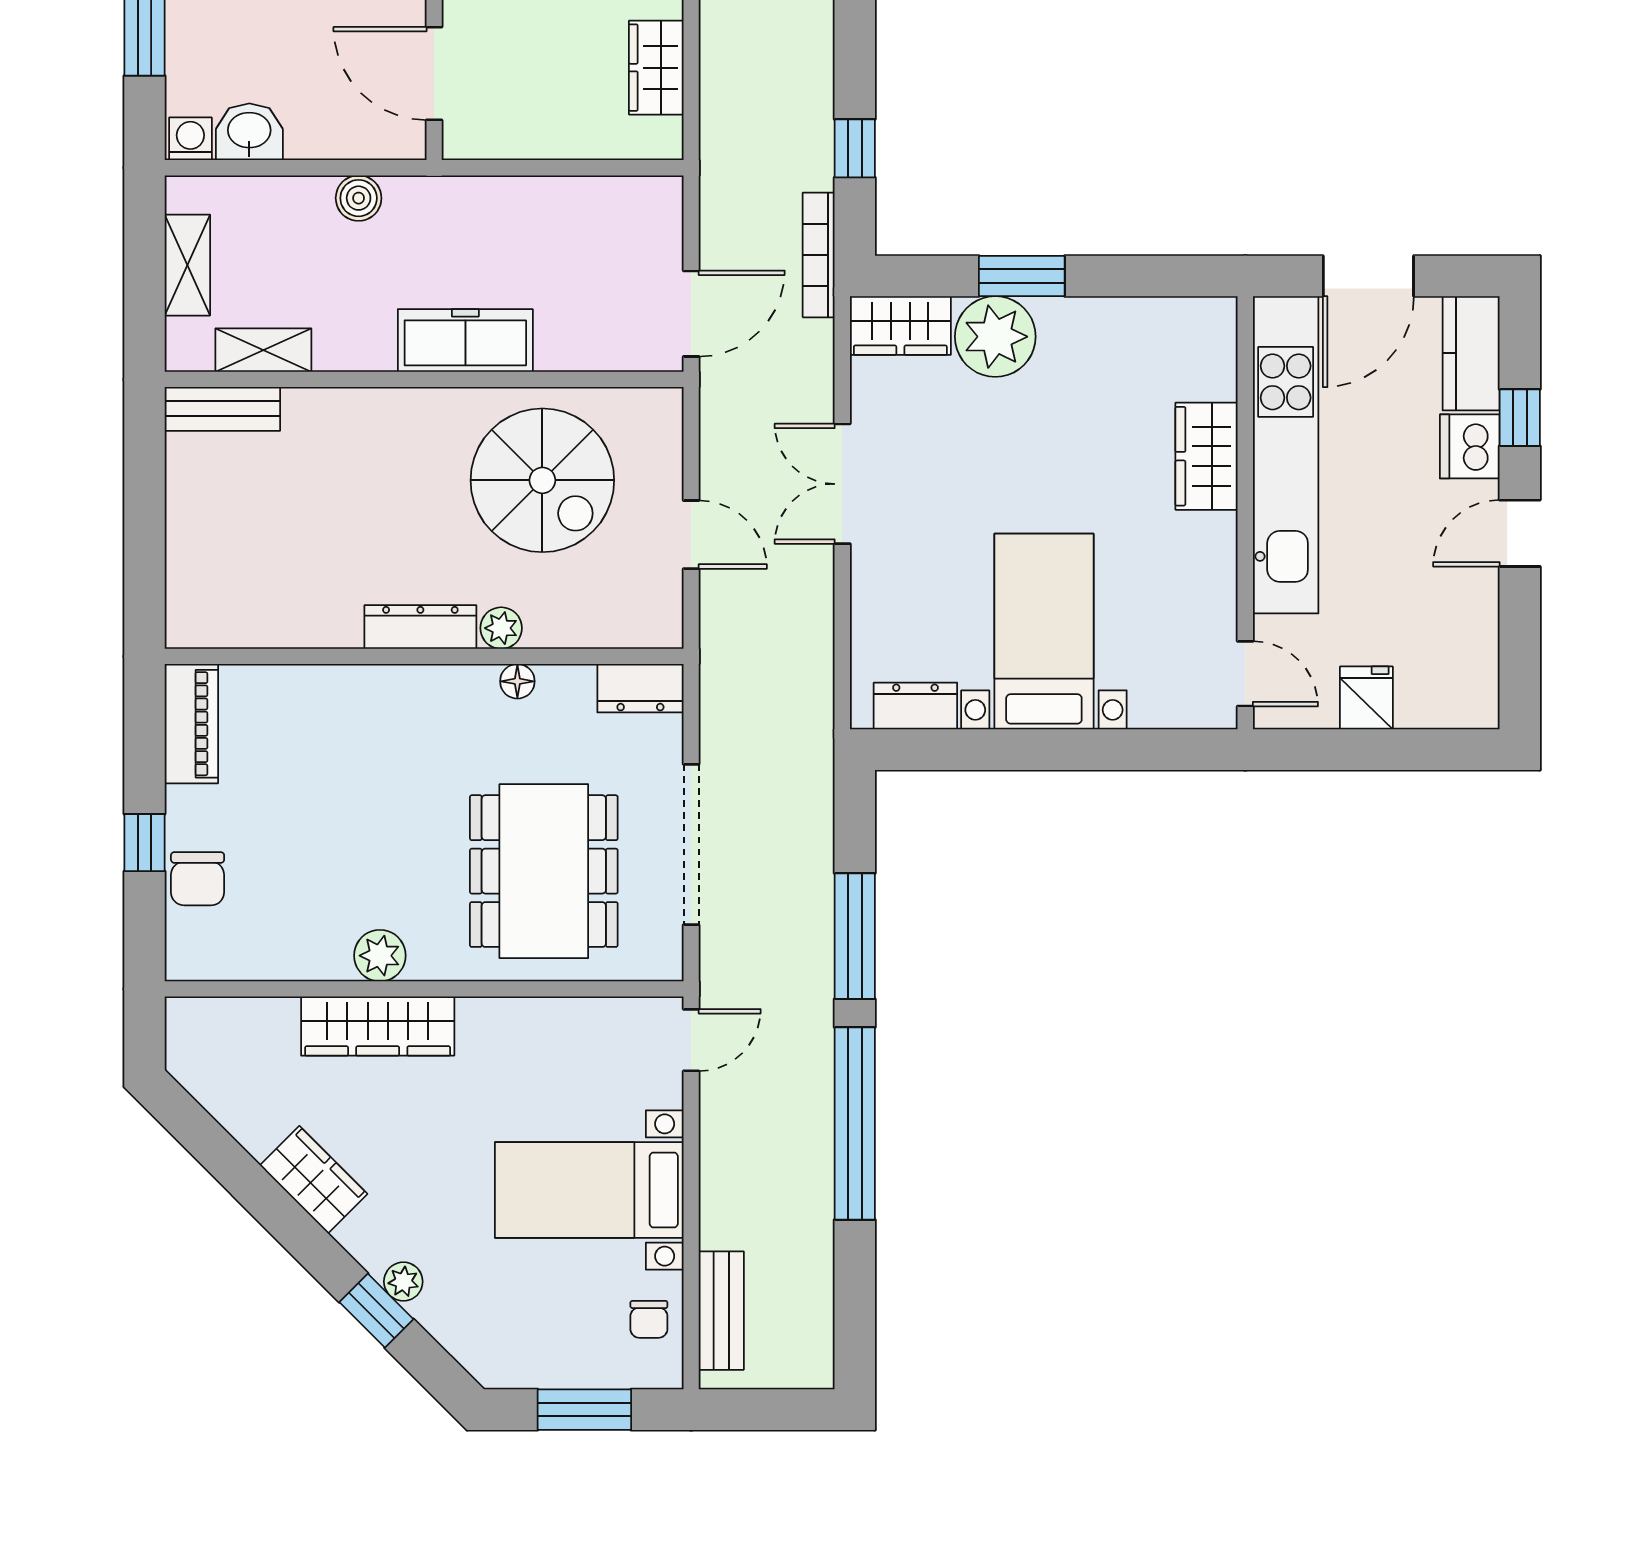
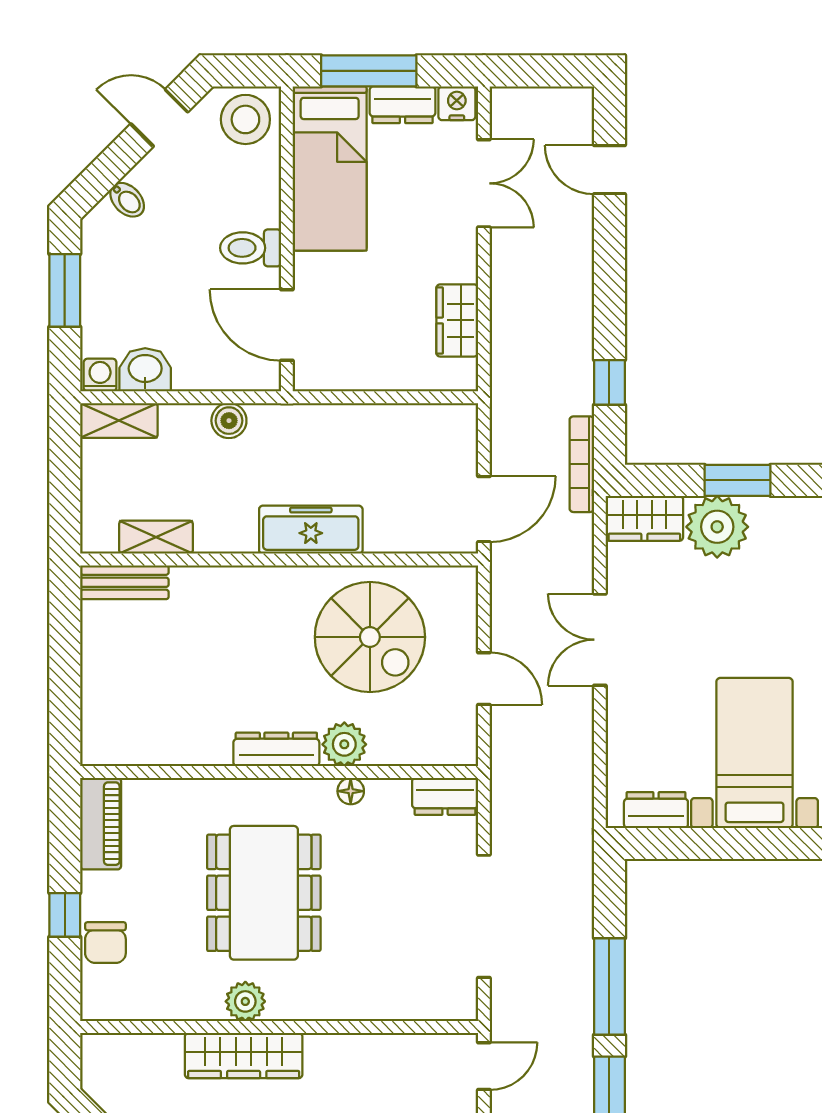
shelving: (187, 265) -> (119, 421), moved, turned 90
plant: (501, 628) -> (344, 744), width x1.38, depth x1.38
dining table: (544, 871) -> (264, 893), moved

